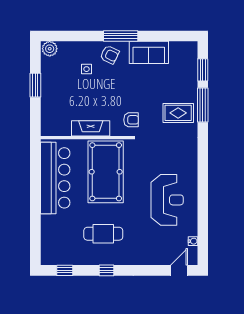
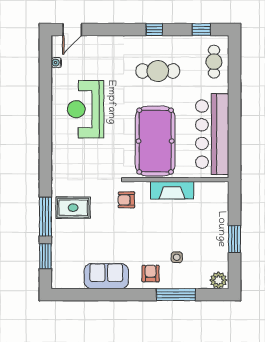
window: (121, 36) -> (176, 295), moved
armchair: (110, 55) -> (151, 274), turned 64
cafe table: (54, 242) -> (214, 62), added

